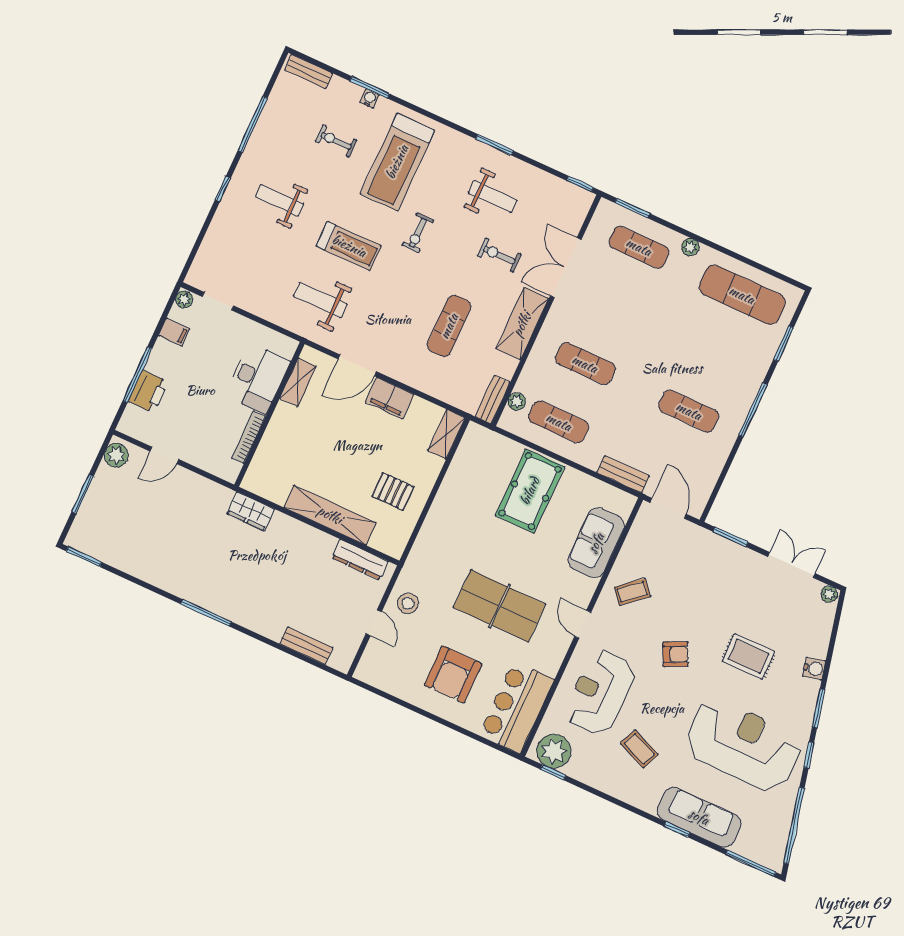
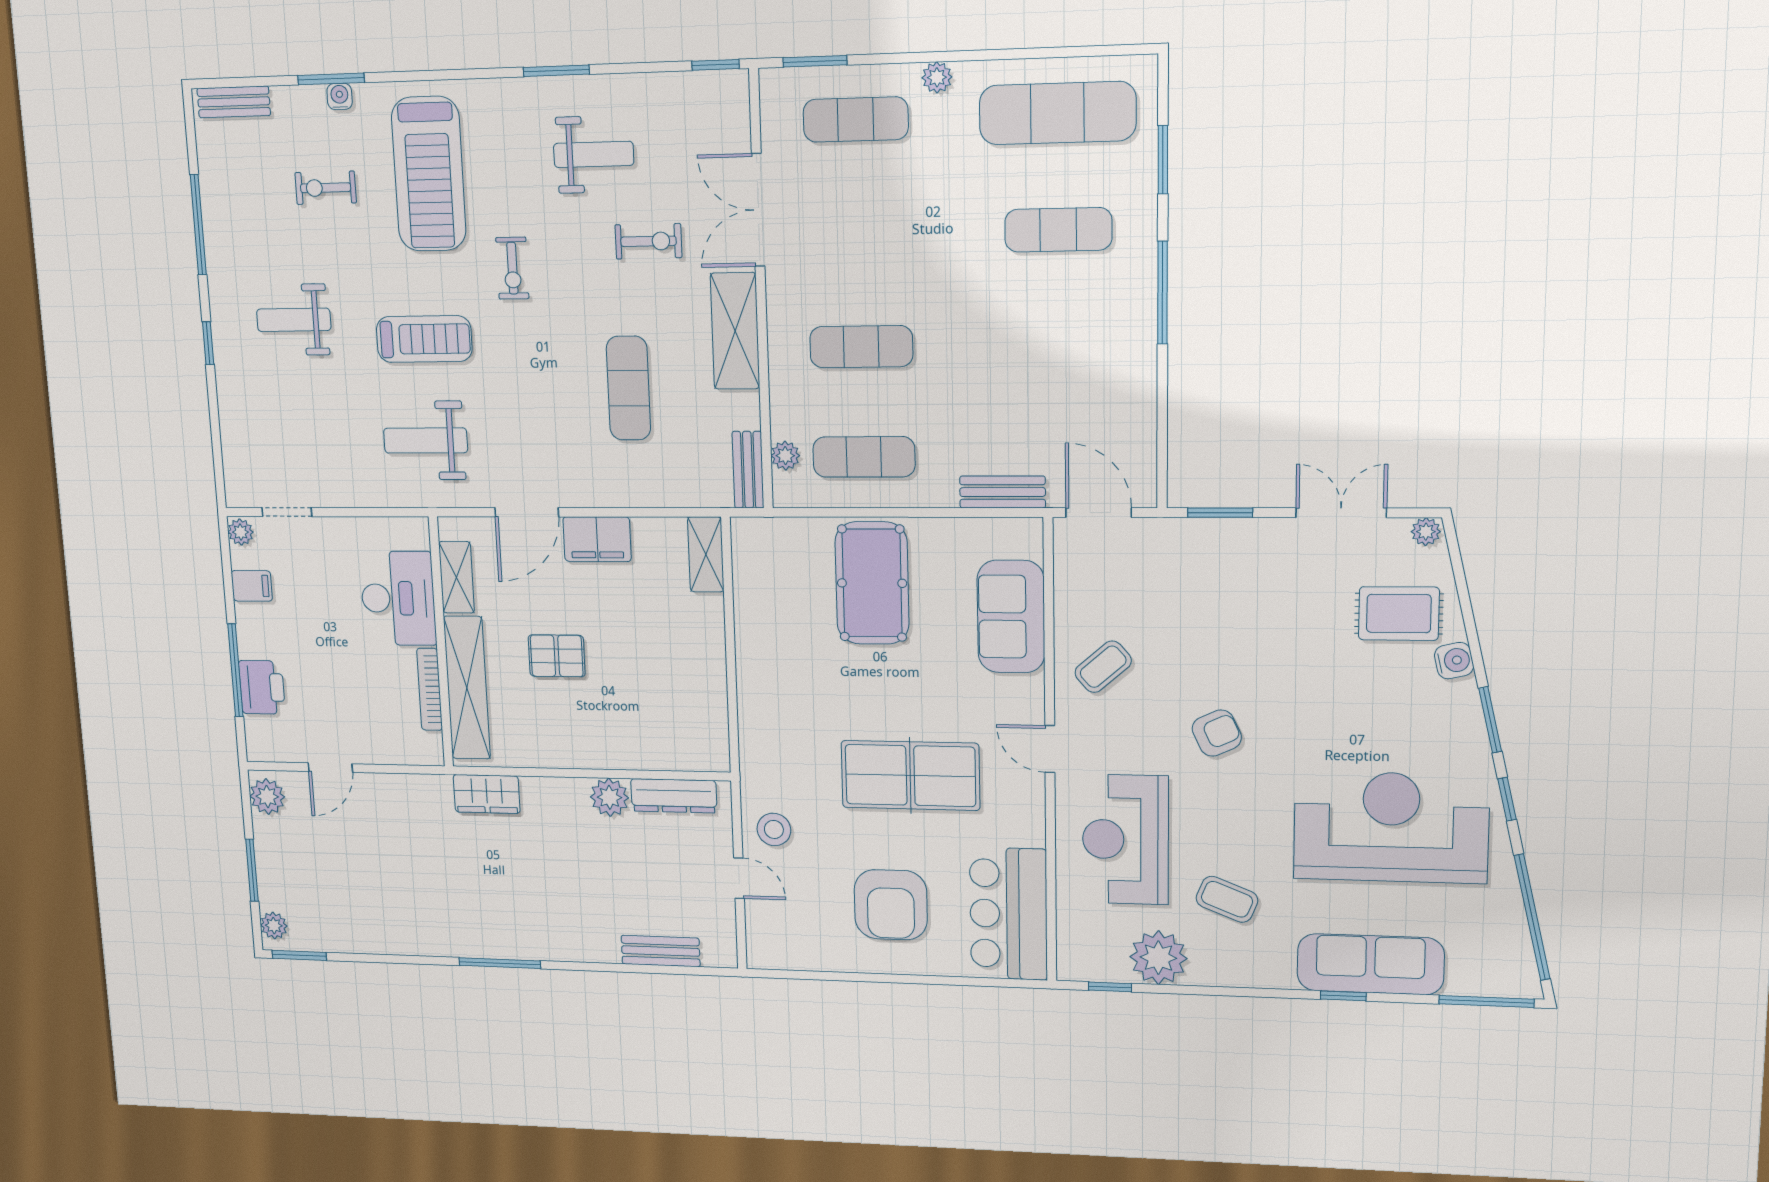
exercise bike: (499, 255) -> (648, 241), turned 180
exercise mat: (689, 411) -> (1058, 230), moved
pallet: (393, 491) -> (557, 656), moved
shelving: (330, 515) -> (467, 688), moved, turned 90
plant: (78, 532) -> (274, 926), added
plant: (322, 544) -> (609, 797), added
rug: (748, 656) -> (1399, 614), moved
plant: (554, 751) -> (1158, 958), moved

